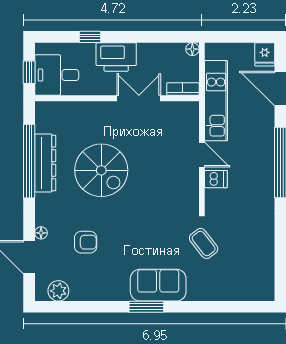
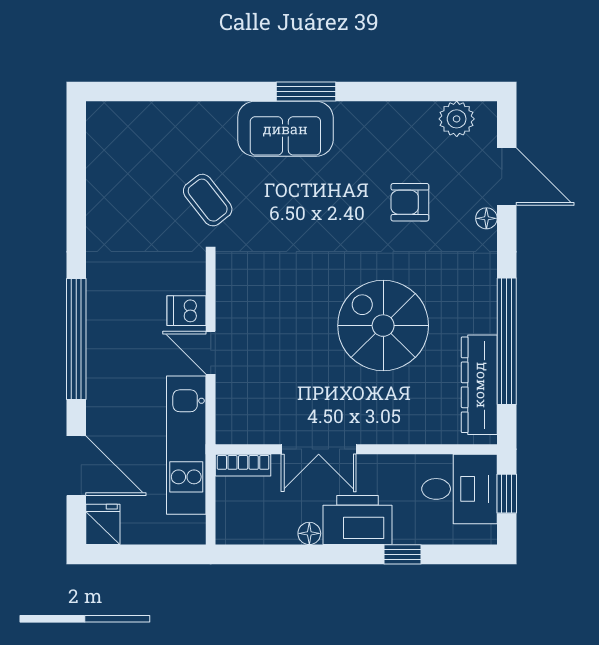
floor lamp: (192, 49) -> (309, 533), moved
dresser: (45, 163) -> (479, 385), moved

